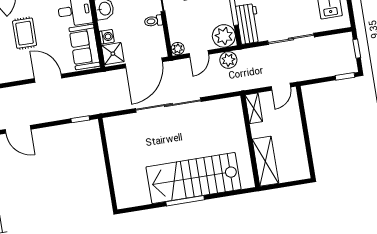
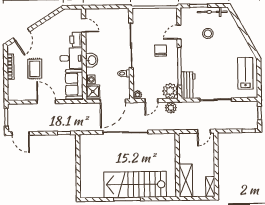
shelving: (254, 108) -> (210, 187), moved

